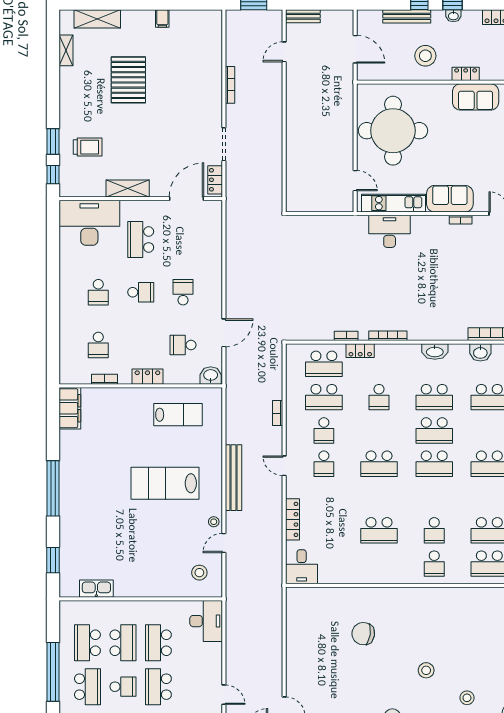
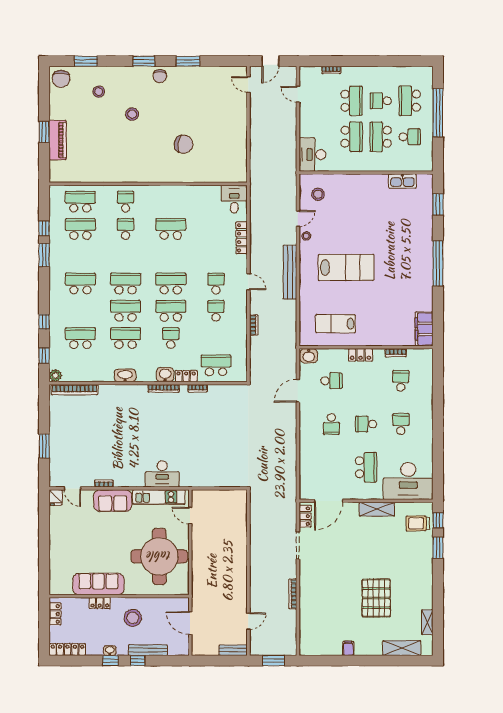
sofa: (476, 97) -> (98, 584), width x1.36
trolley: (88, 147) -> (418, 523), moved
washbasin: (480, 352) -> (165, 375), moved
school desk: (324, 397) -> (171, 311), moved
school desk: (87, 643) -> (410, 137), width x0.54

